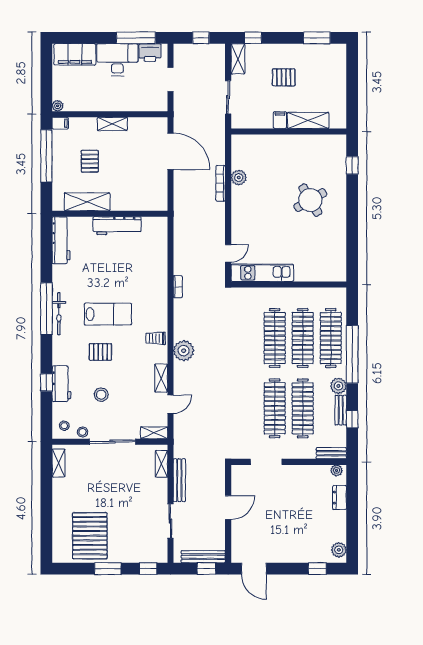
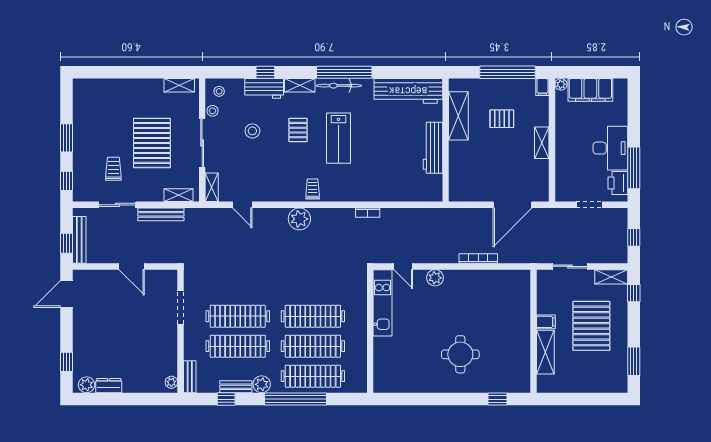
filing cabinet: (75, 54) -> (590, 90), moved, turned -90
pallet: (284, 77) -> (591, 326), width x2.05, depth x2.00
plant: (239, 178) -> (435, 278), moved
round table: (310, 200) -> (460, 354), turned 30
workbench: (61, 240) -> (408, 91), width x1.36, depth x1.32
shelving: (161, 378) -> (300, 85), moved
dresser: (340, 498) -> (109, 386), moved
trolley: (137, 525) -> (113, 169), added
pallet: (90, 536) -> (152, 143), moved, turned 90

